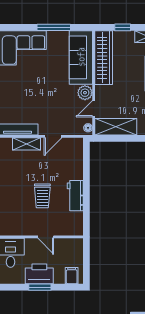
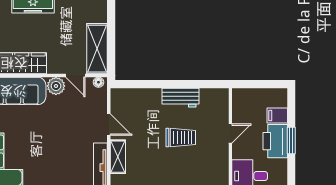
filing cabinet: (72, 276) -> (277, 116), moved

